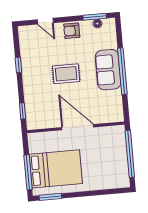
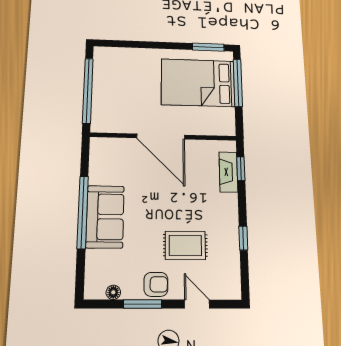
window: (95, 17) -> (143, 304), moved
rug: (66, 74) -> (185, 245), moved
fireplace: (31, 108) -> (228, 172), added

